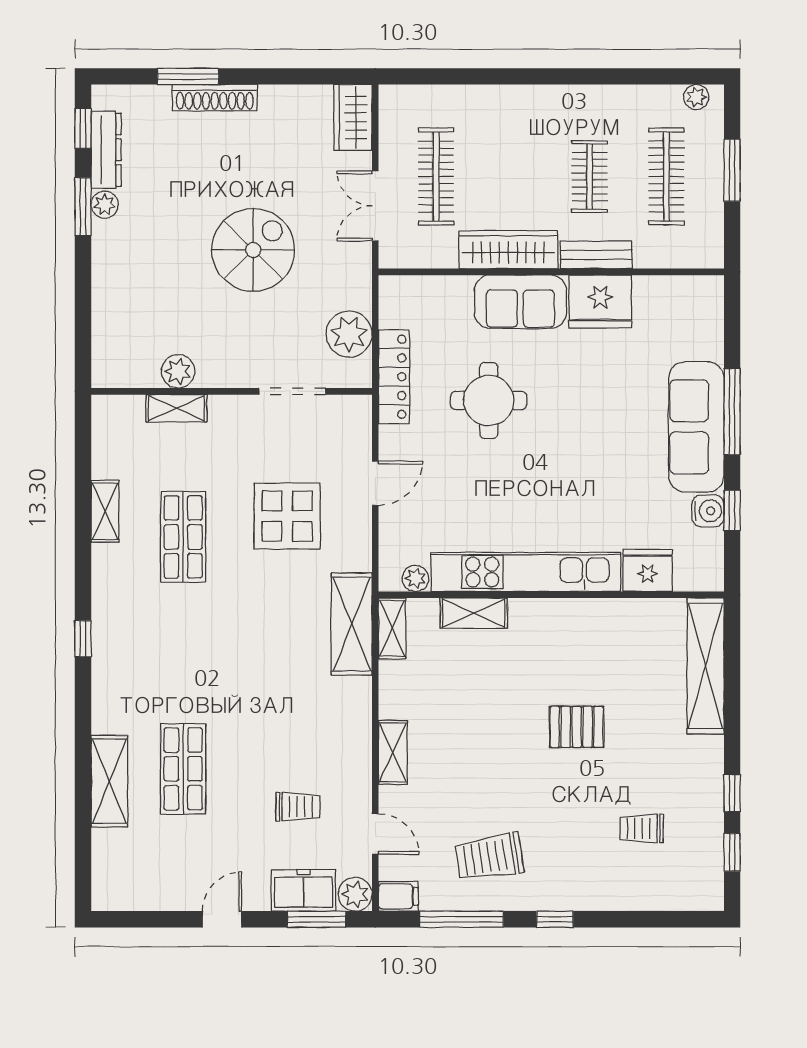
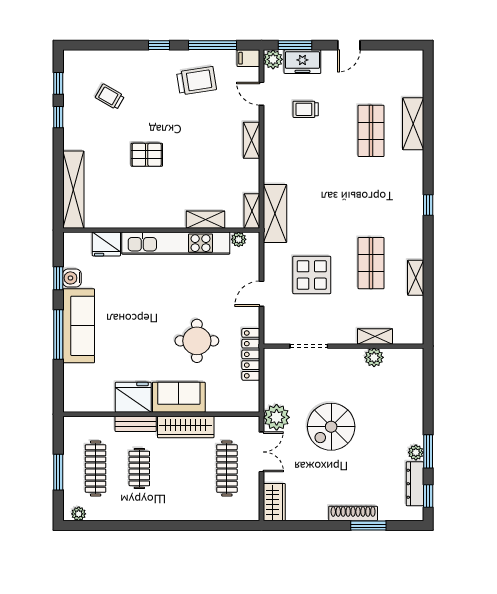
plant: (349, 334) -> (277, 417), moved
trolley: (641, 829) -> (110, 97), turned -150

